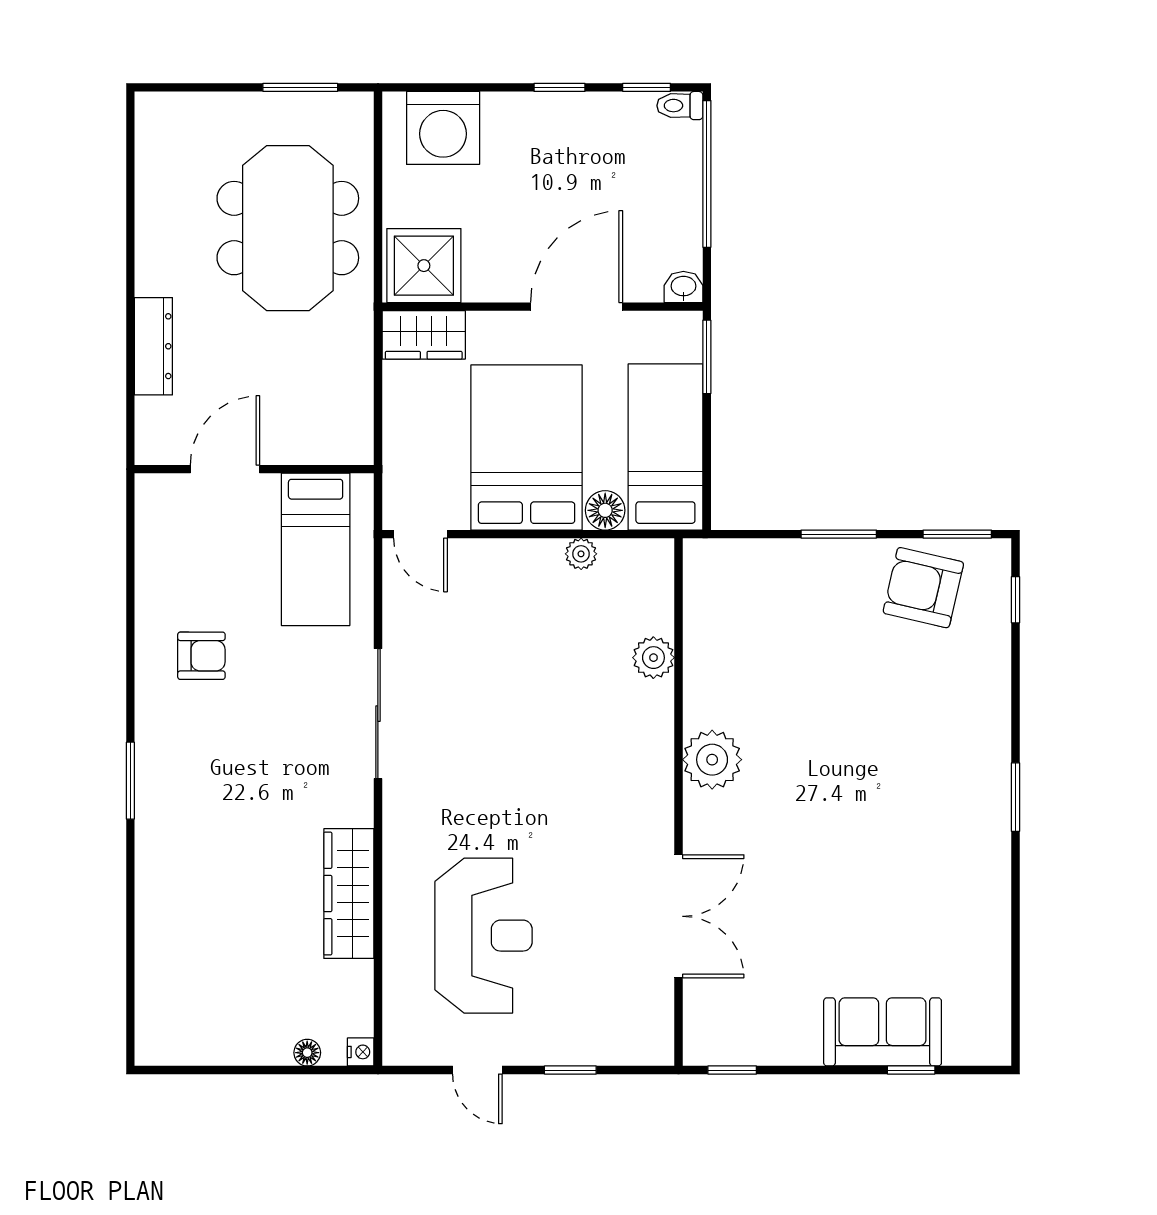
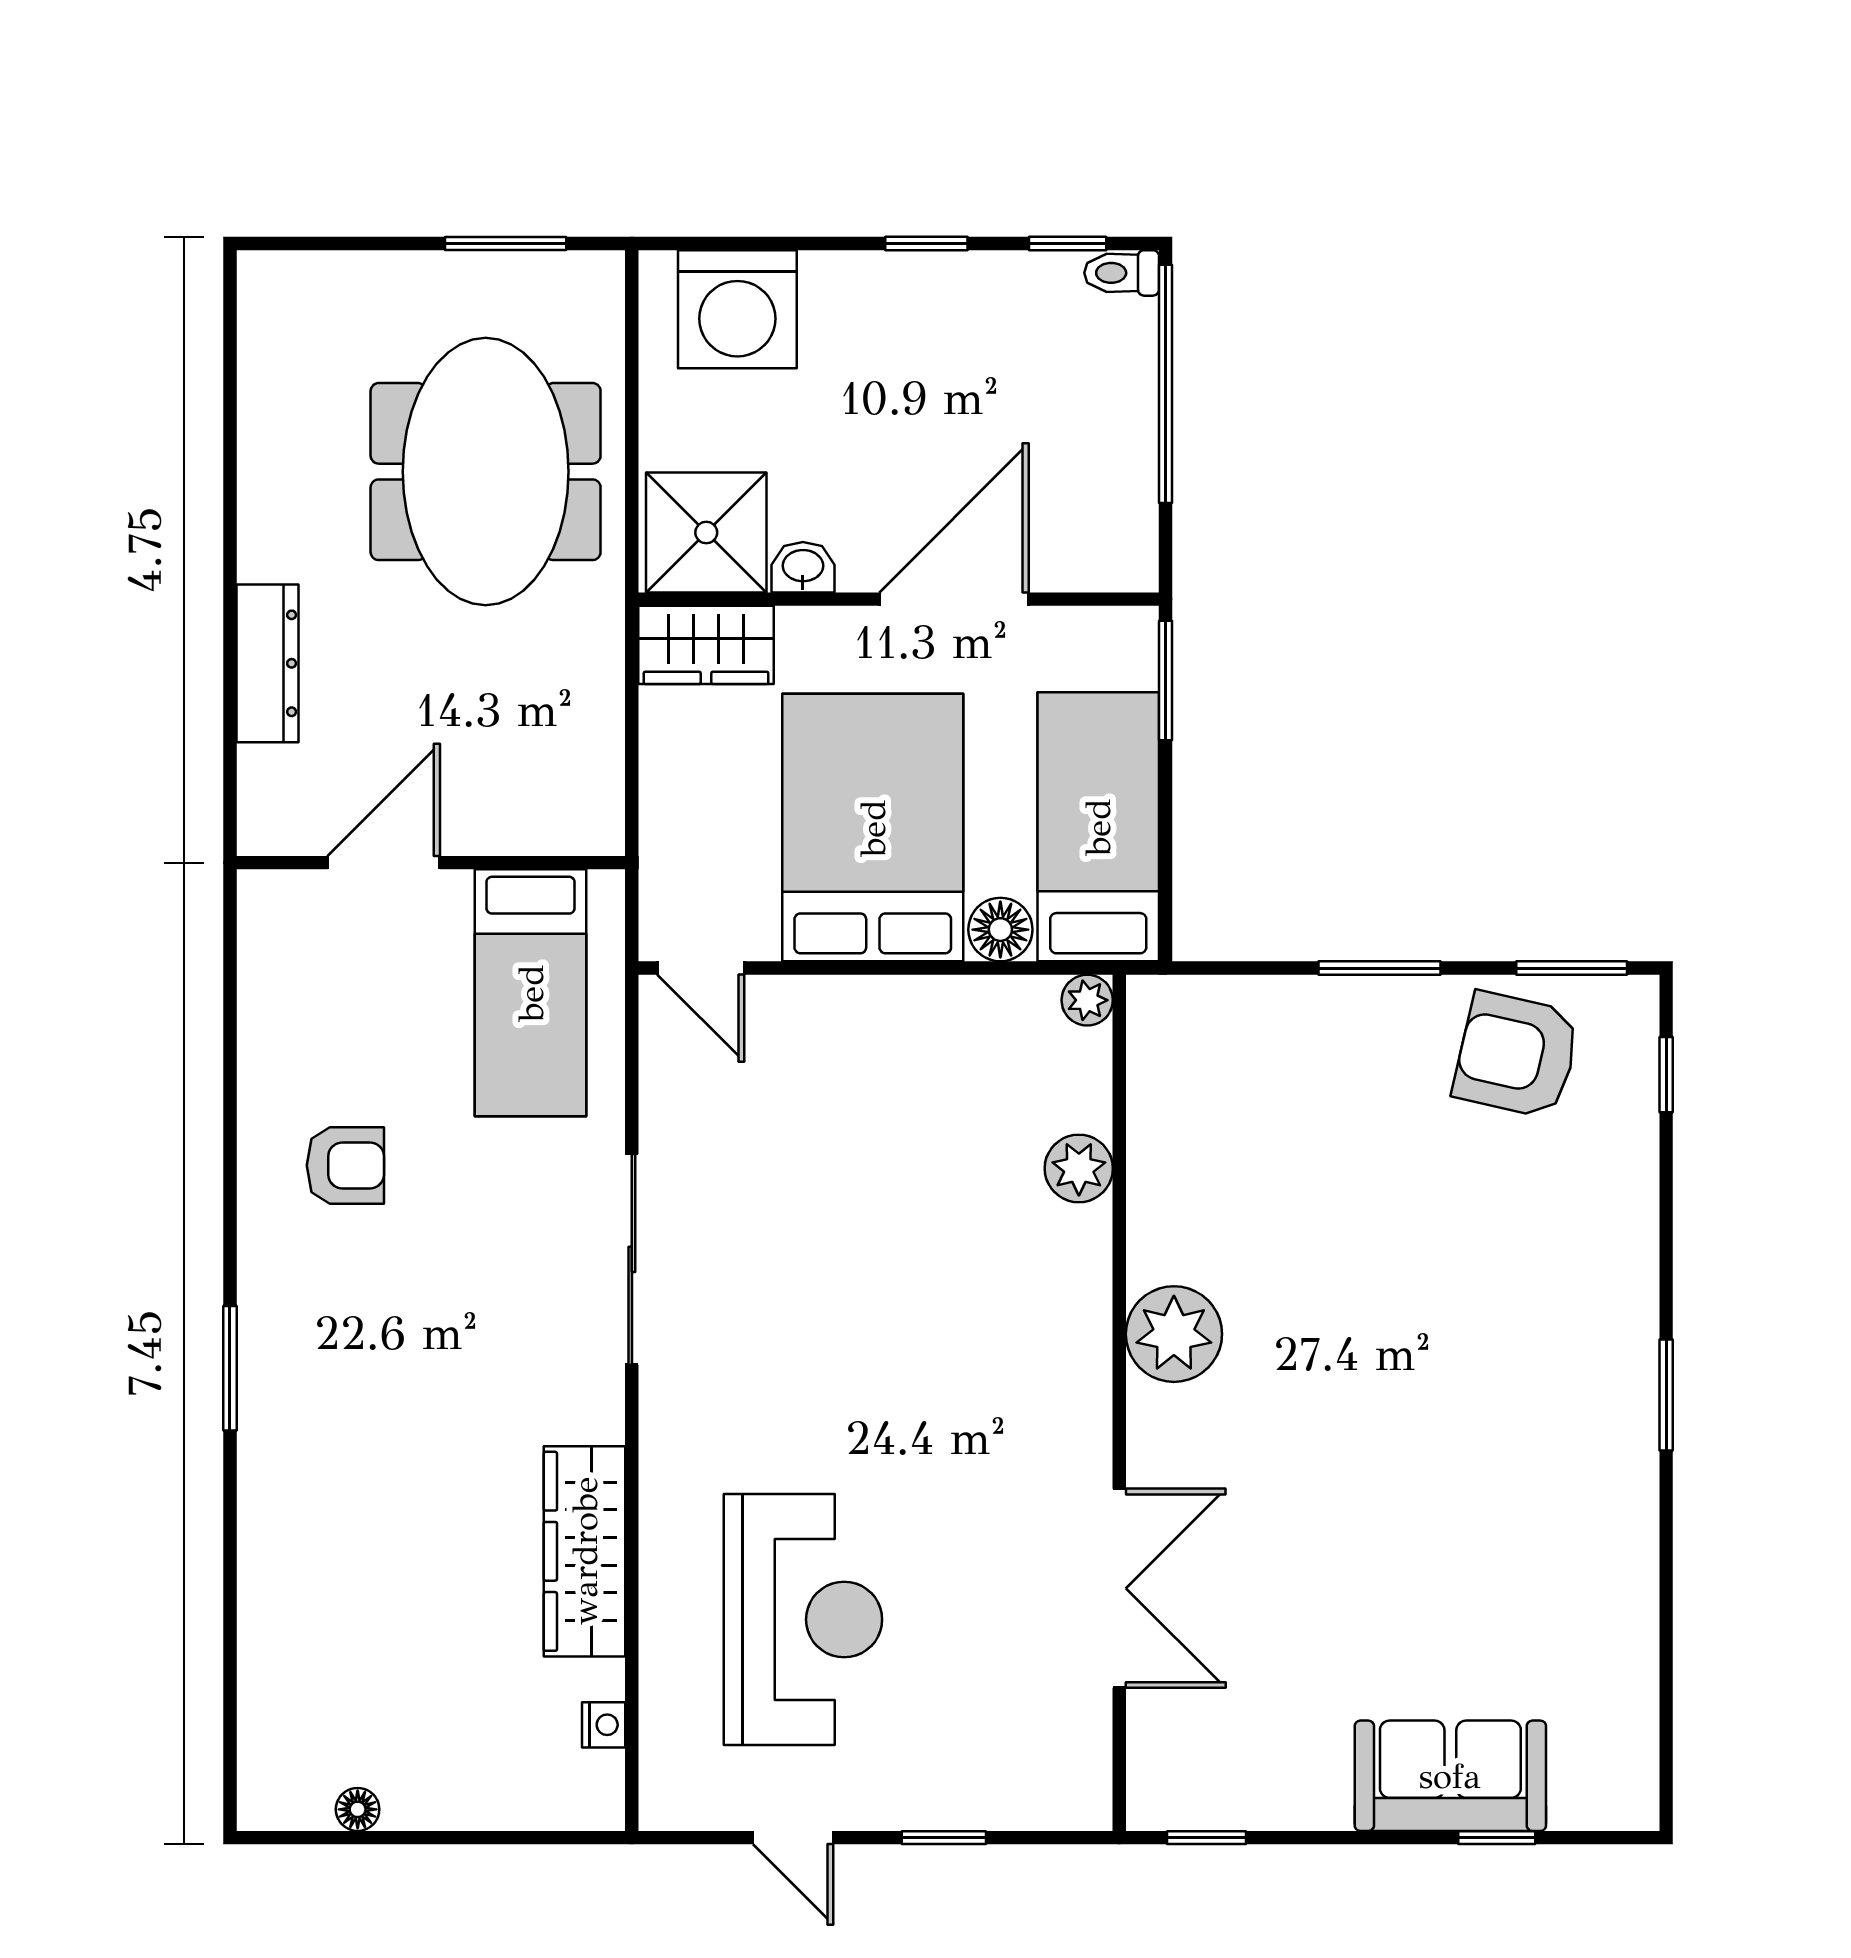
washbasin: (683, 287) -> (803, 567), moved
plant: (581, 554) -> (1087, 1000), moved
nightstand: (361, 1052) -> (604, 1725), moved
floor lamp: (307, 1053) -> (358, 1809), moved

